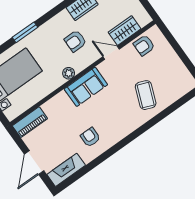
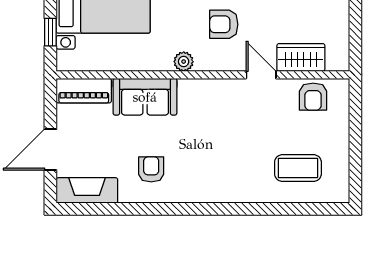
armchair: (144, 45) -> (313, 97), turned -90
sofa: (86, 87) -> (145, 97), moved
coffee table: (146, 95) -> (298, 168), moved, turned 69

